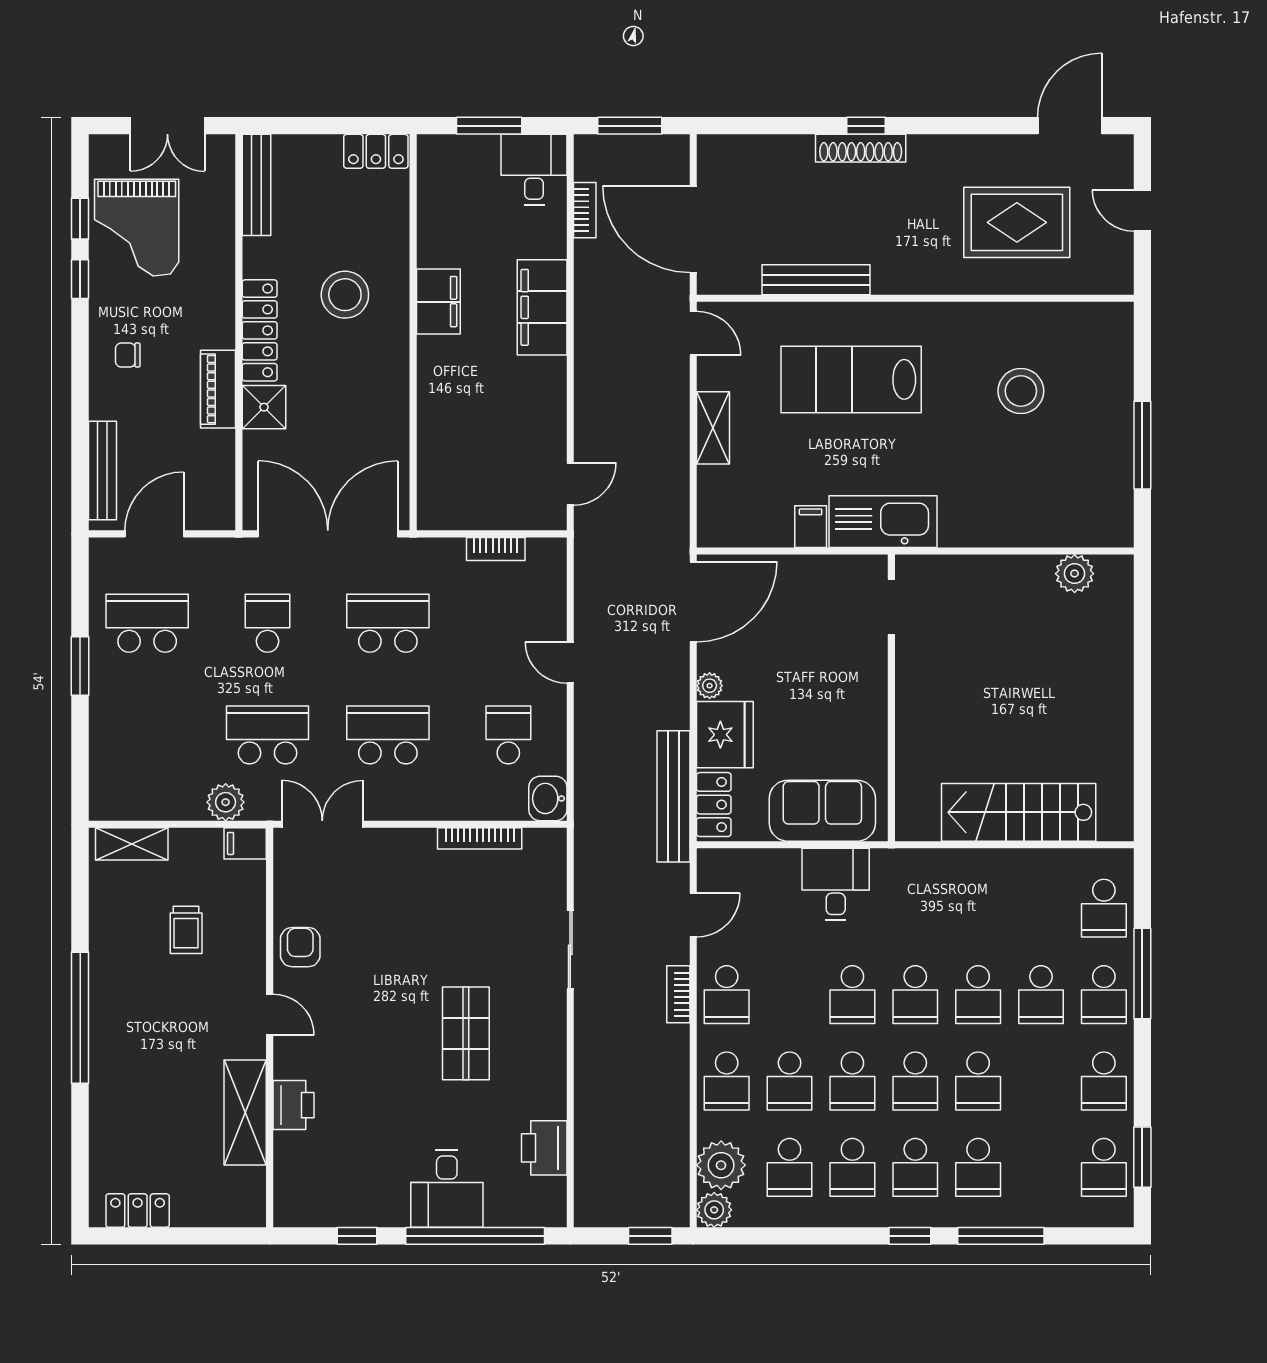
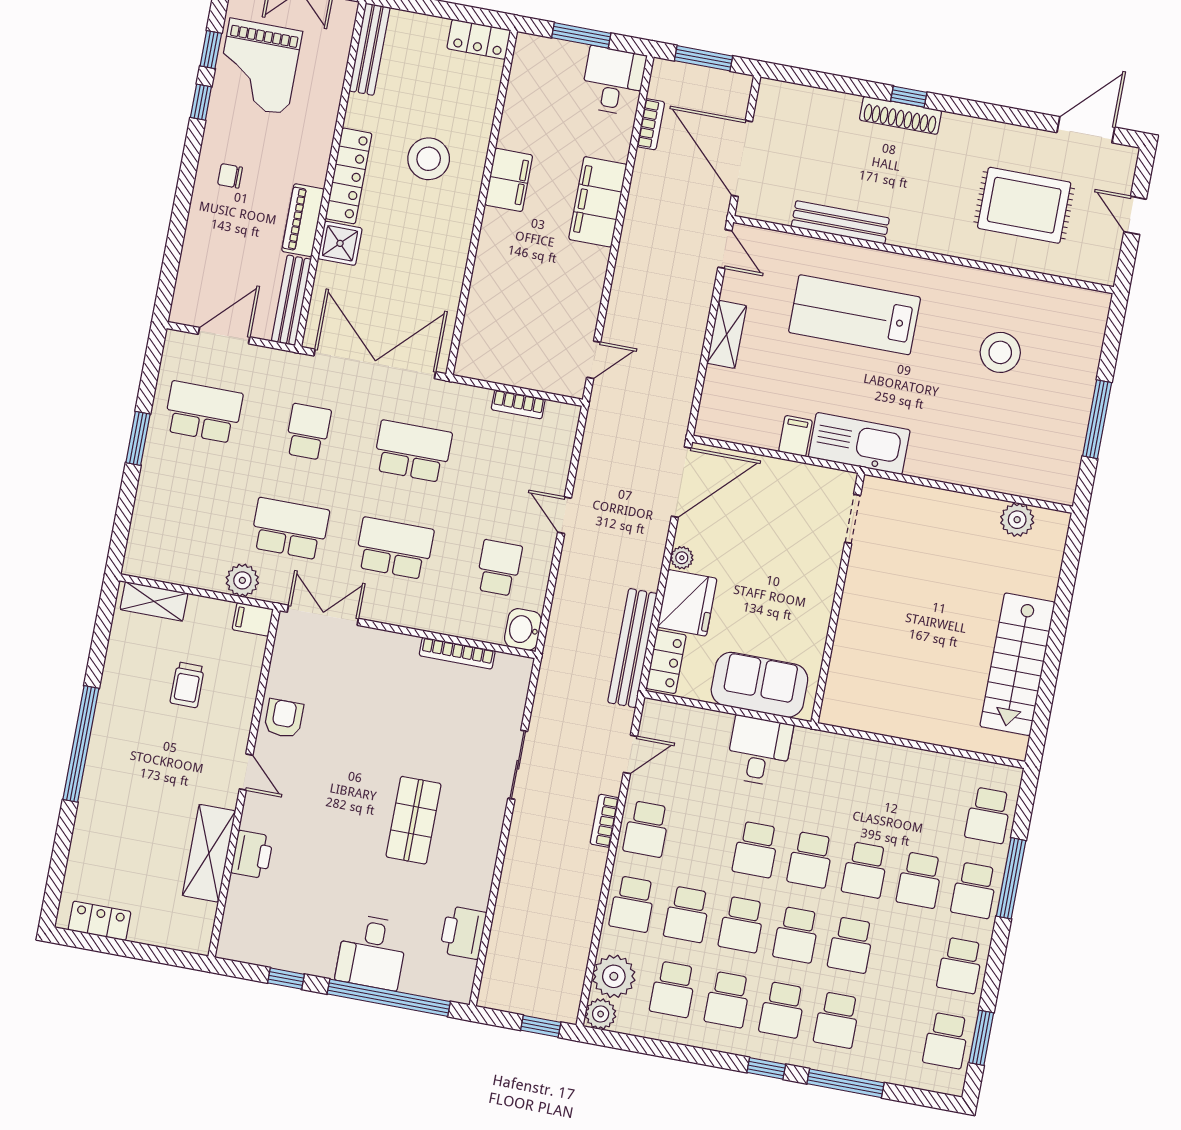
bench: (102, 471) -> (291, 300), moved
stairs: (1019, 812) -> (1017, 664), moved, turned -90

